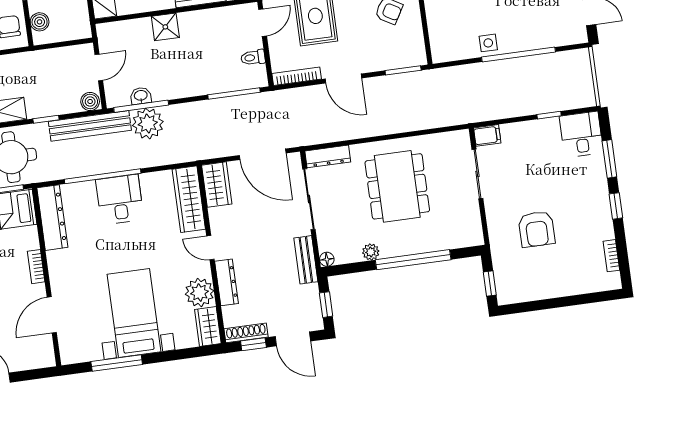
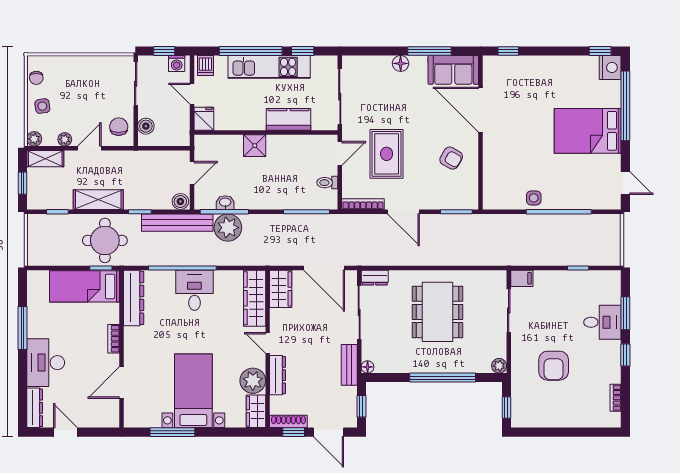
desk: (581, 134) -> (602, 322), moved, turned 90
dresser: (328, 156) -> (375, 278), width x0.70
plant: (371, 252) -> (499, 366), moved

